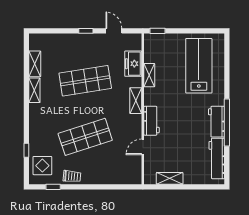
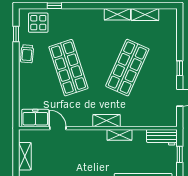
window: (157, 31) -> (180, 154), moved
freezer: (133, 64) -> (35, 118), moved
shelving: (149, 75) -> (119, 135), moved
shop shelf: (85, 81) -> (127, 68), turned 33
workbench: (152, 121) -> (162, 137), moved

